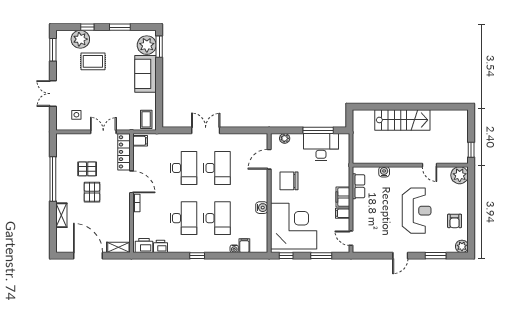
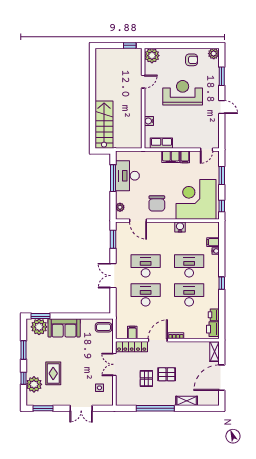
stairs: (402, 120) -> (104, 125), moved
window: (248, 130) -> (113, 239), added
filing cabinet: (140, 141) -> (132, 333), moved

